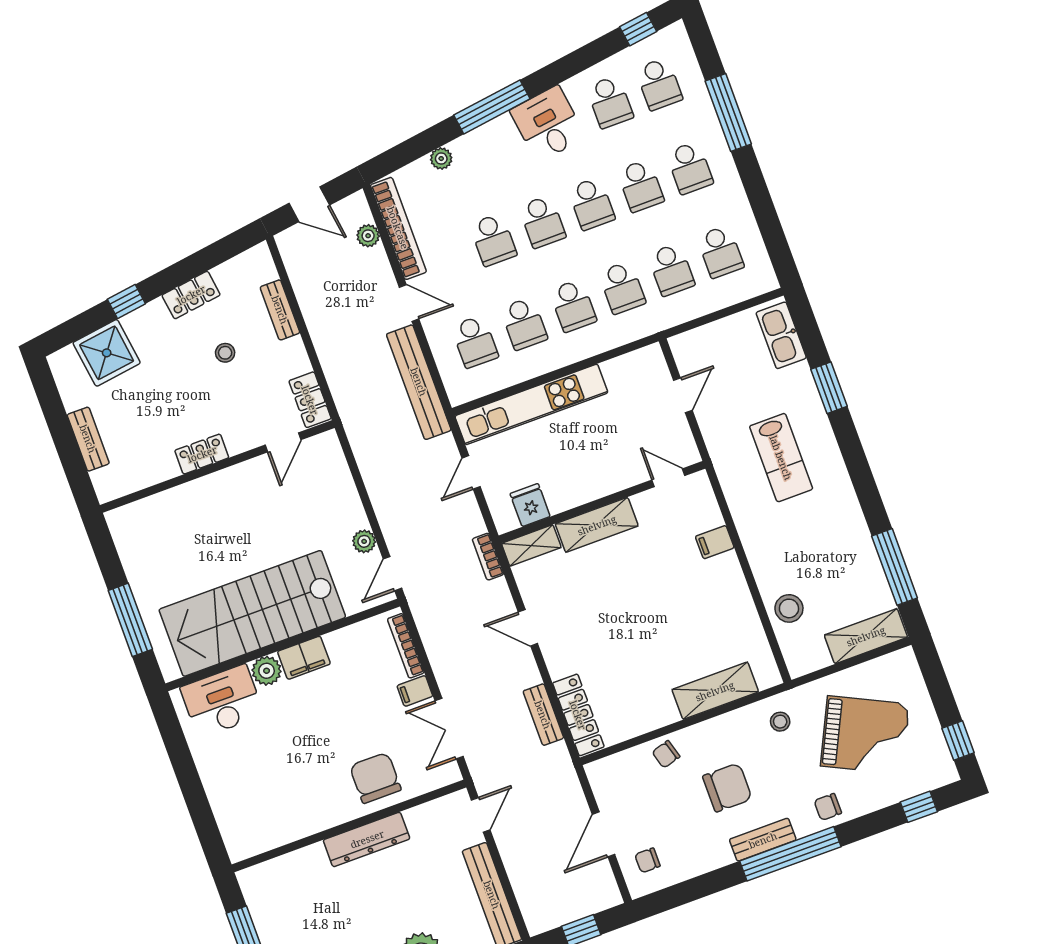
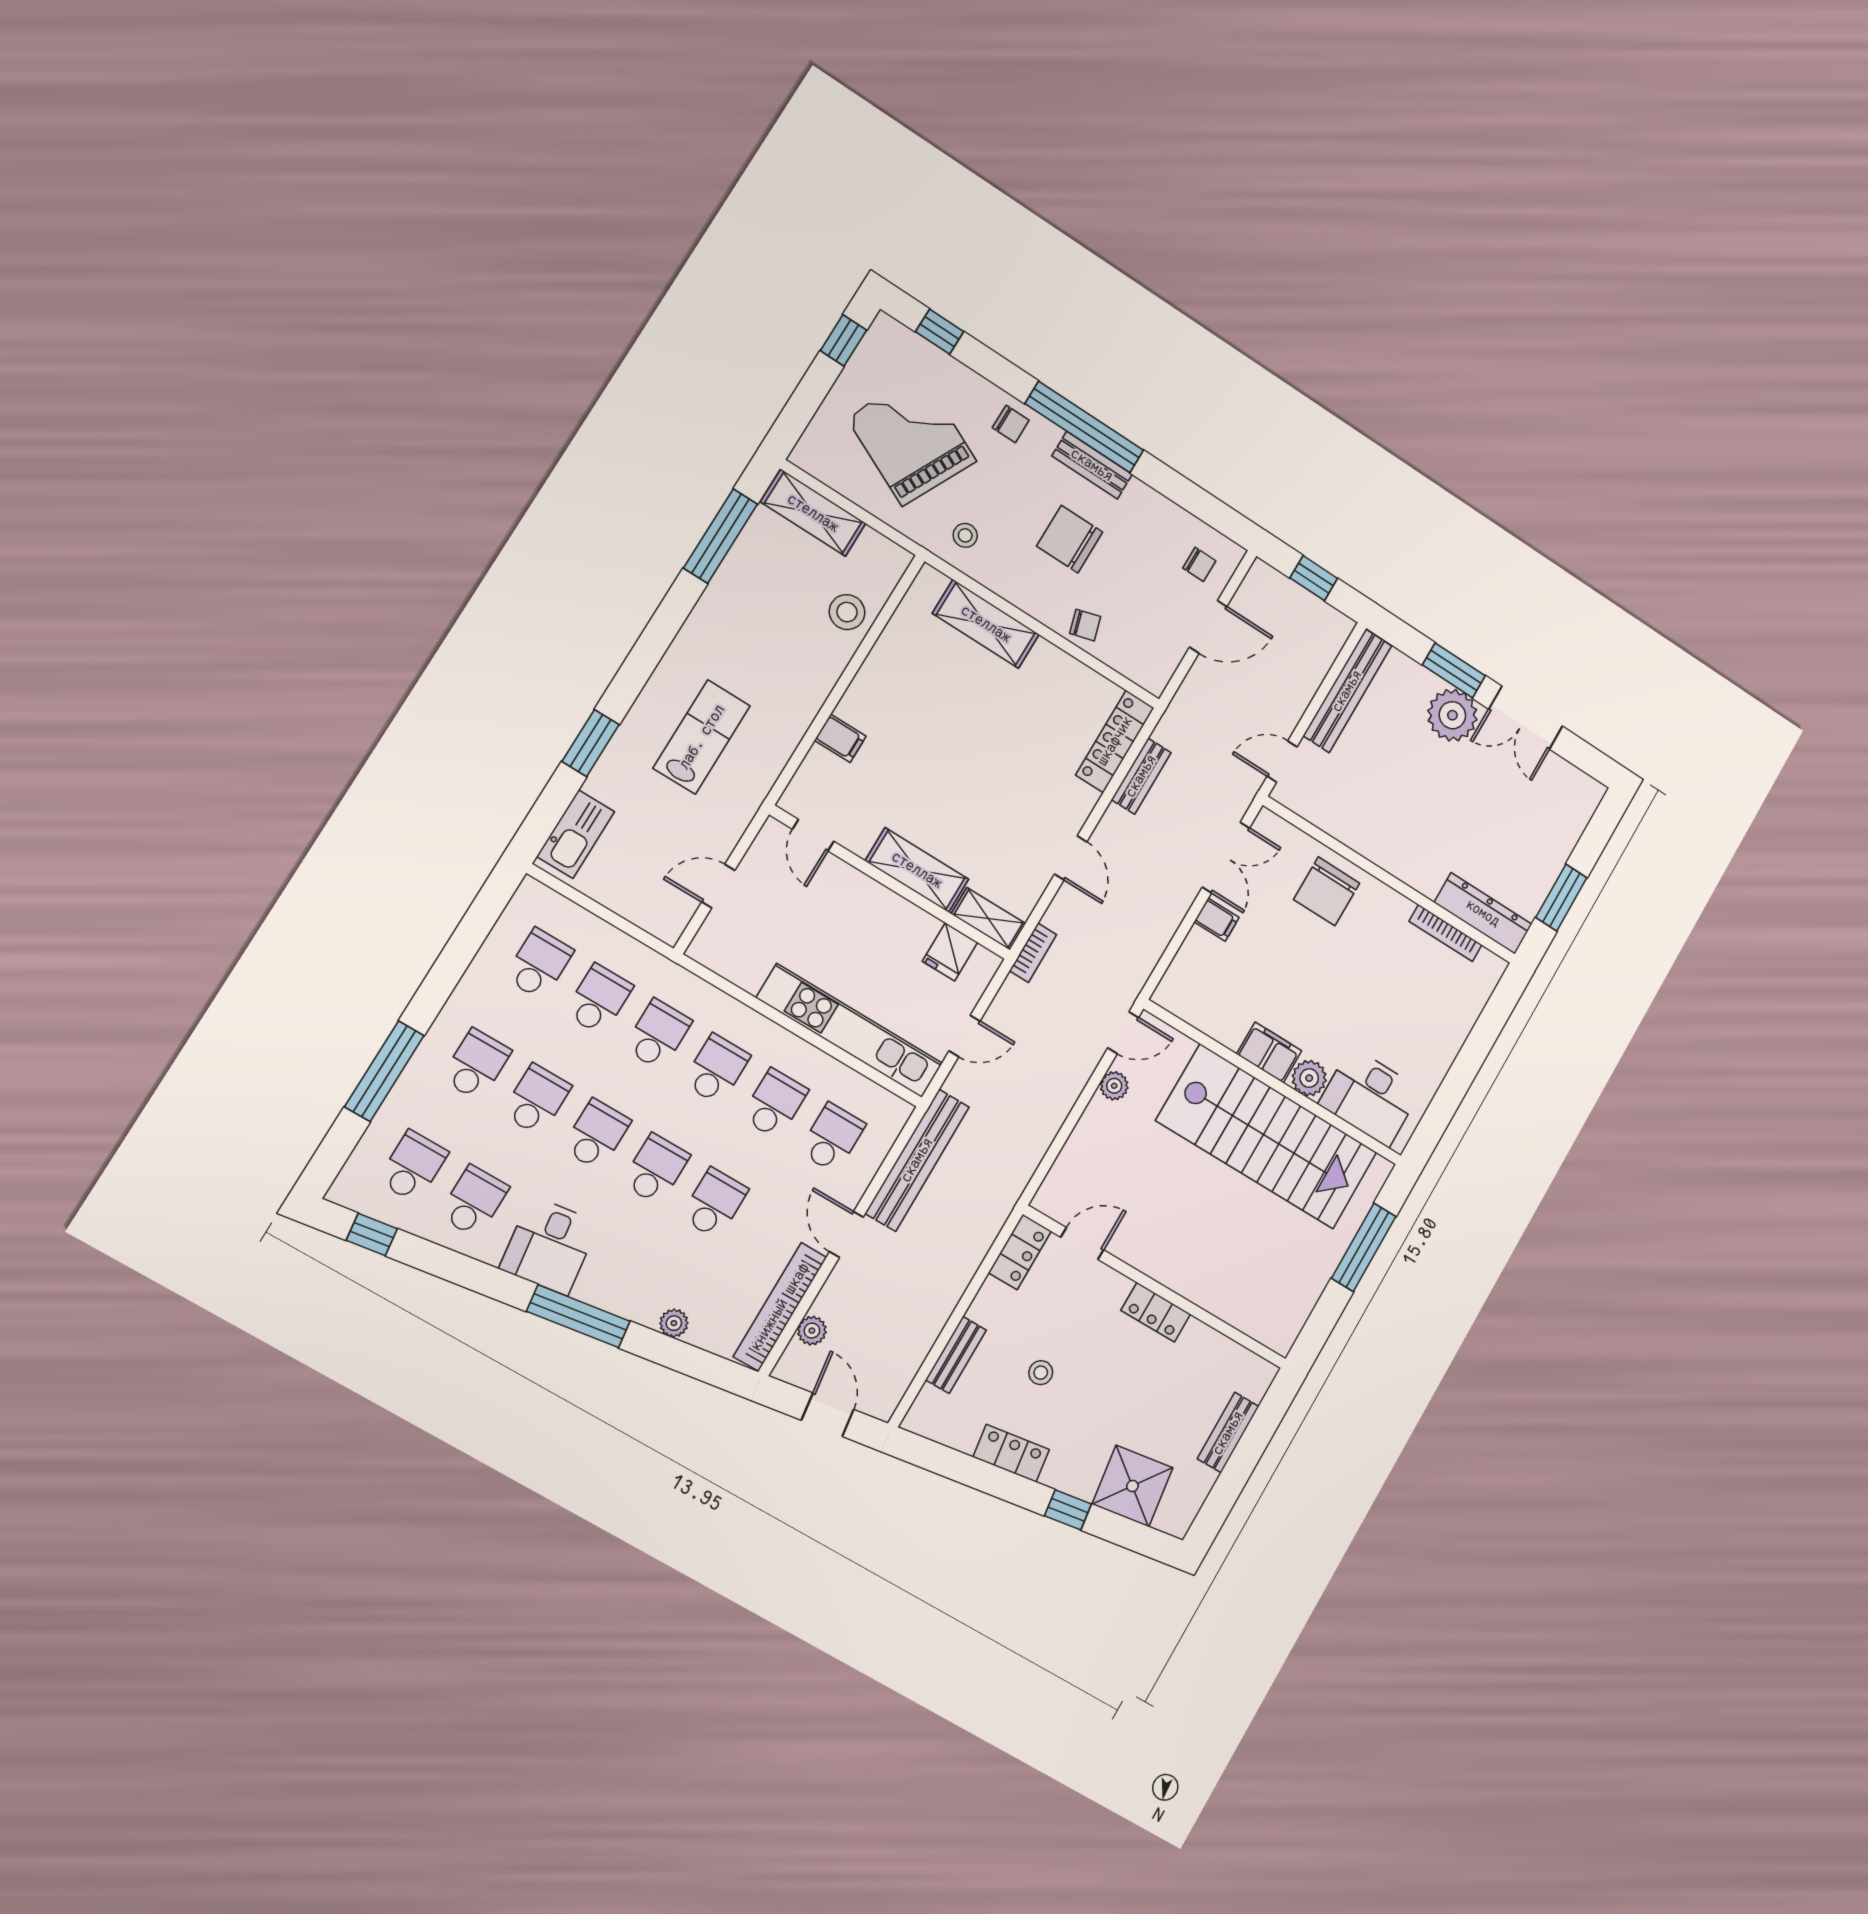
bookcase: (406, 646) -> (1445, 933), moved, turned 90
dresser: (367, 839) -> (1483, 913), moved

